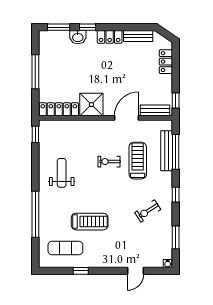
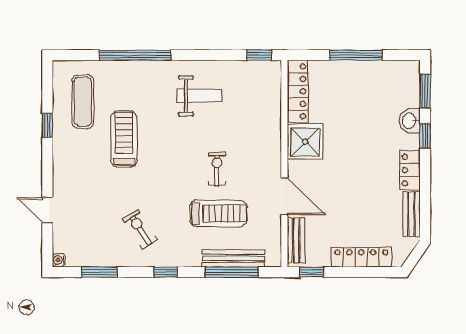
locker: (166, 62) -> (361, 257), width x1.53
treadmill: (90, 222) -> (124, 139), turned 180

